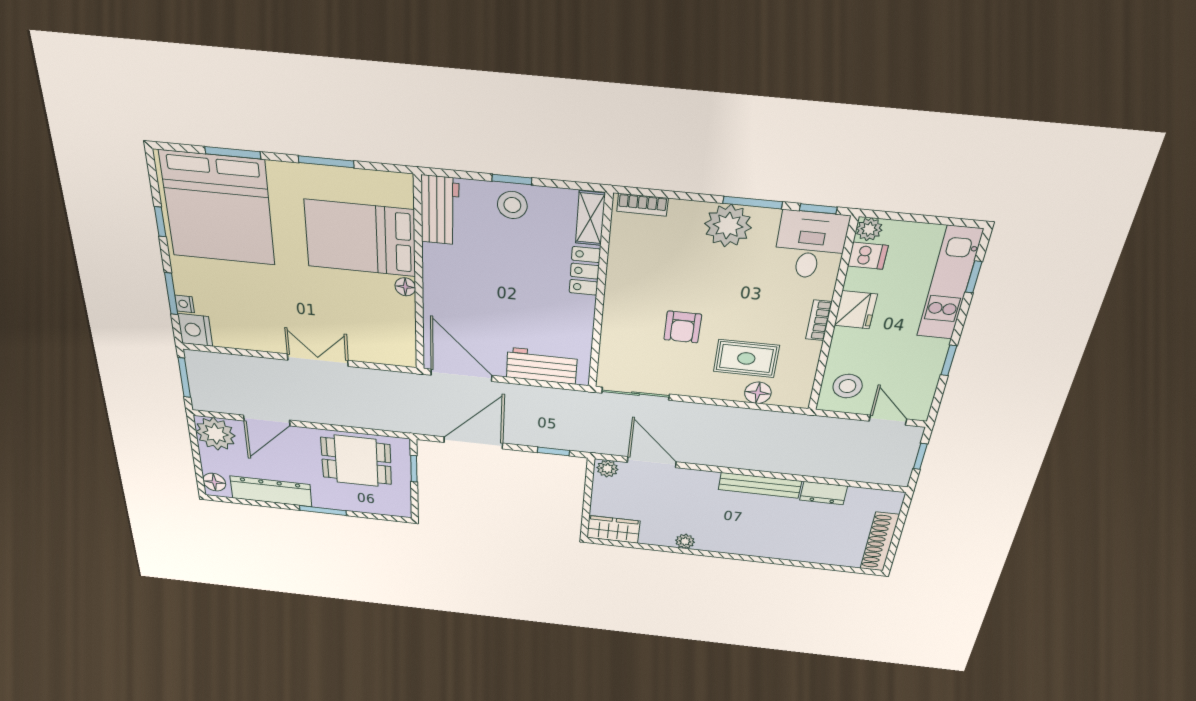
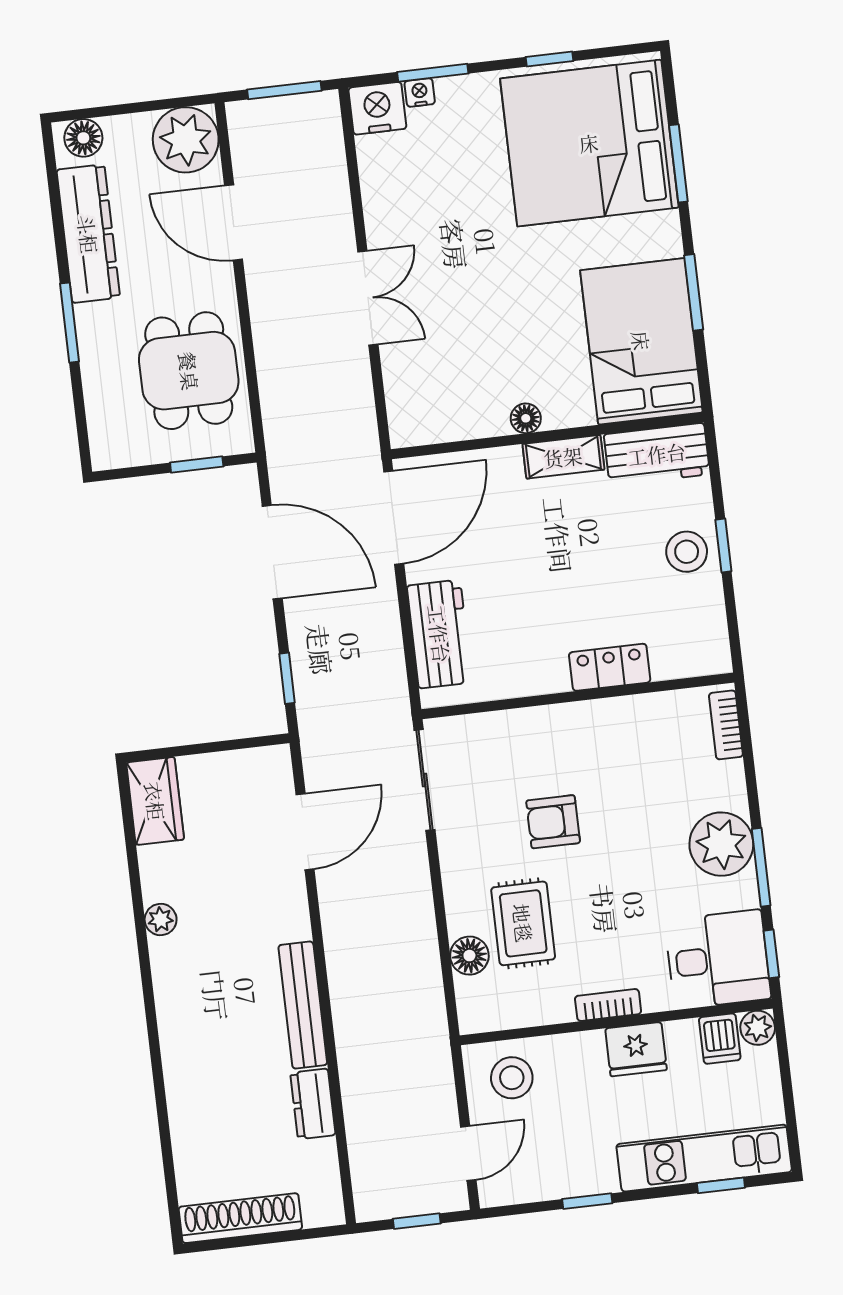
shelving: (590, 218) -> (563, 457), moved
bed: (360, 238) -> (641, 341), moved
plant: (607, 469) -> (275, 767), removed

